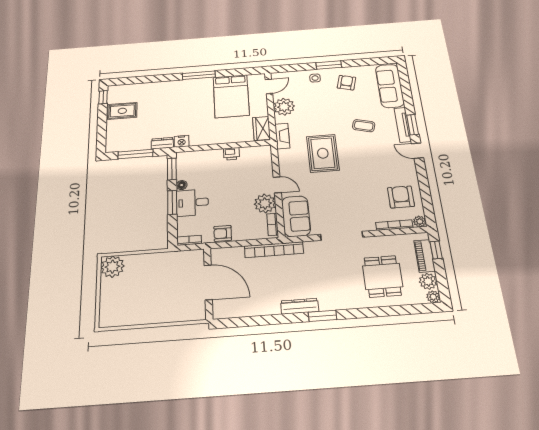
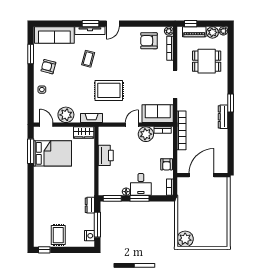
window: (329, 65) -> (31, 54), moved
window: (199, 75) -> (31, 151), moved
nightstand: (182, 141) -> (89, 236), moved
printer: (231, 154) -> (106, 155), width x1.87, depth x1.48

